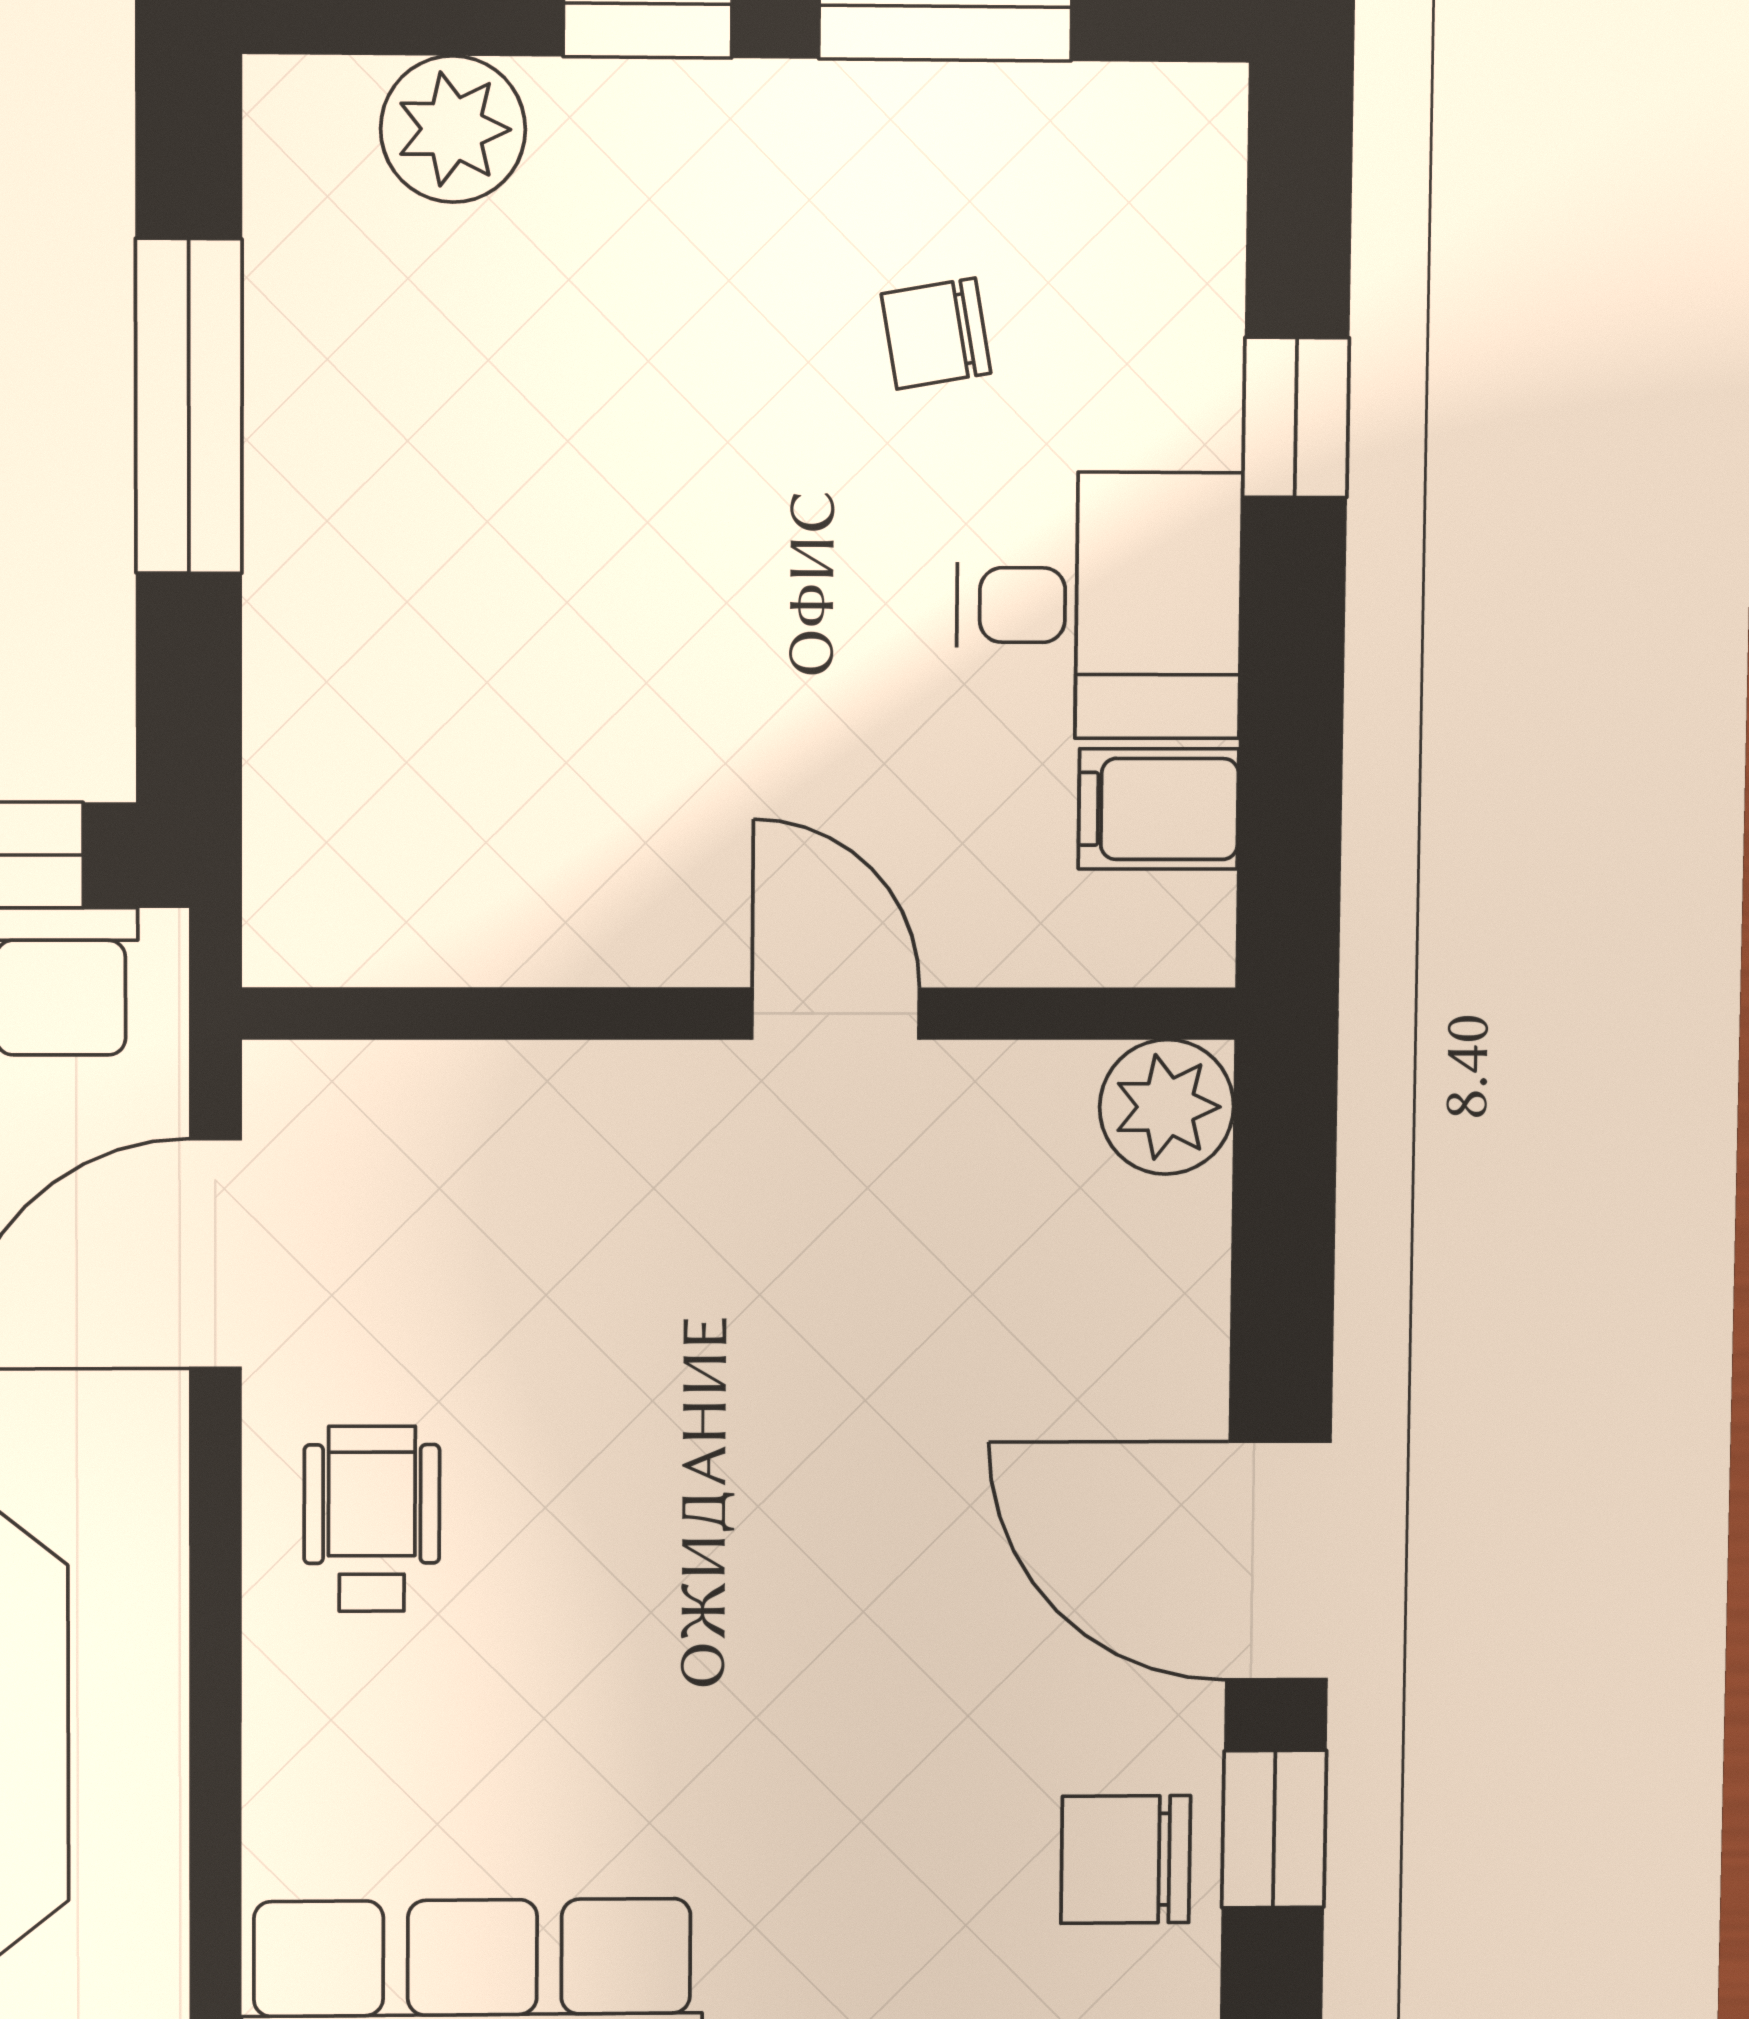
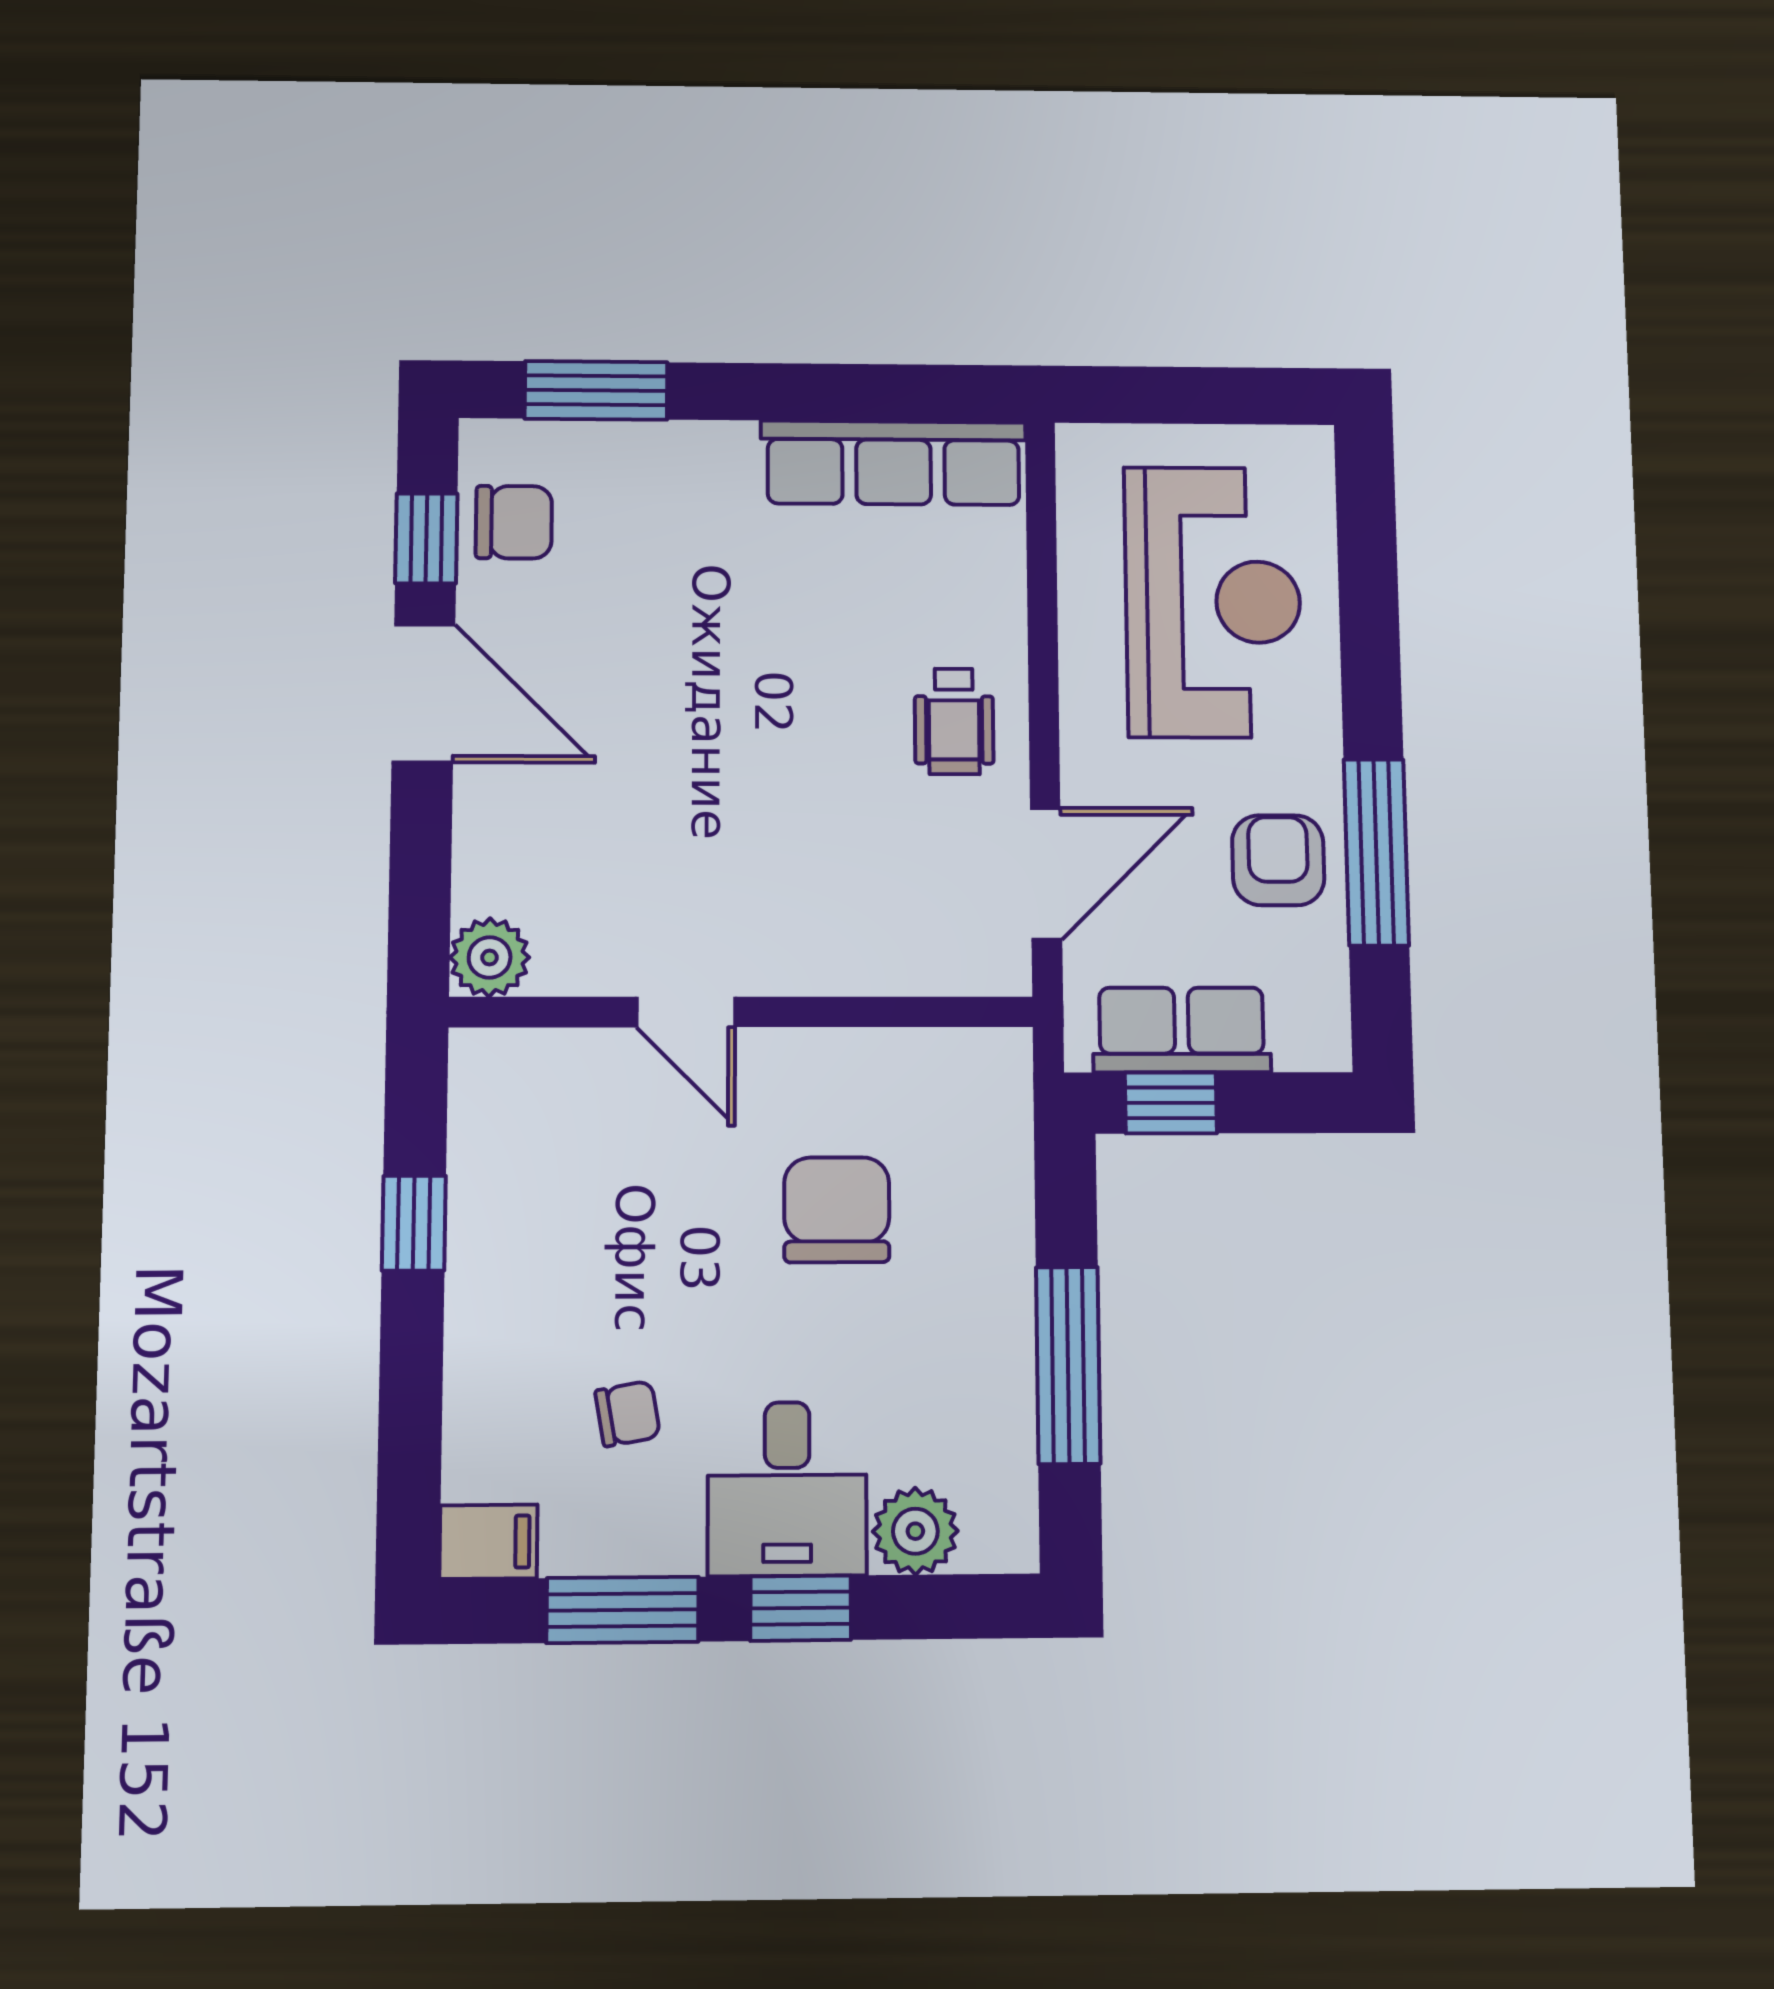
window: (1296, 418) -> (414, 1223), moved
desk: (1099, 605) -> (787, 1489), moved, turned -90
chair: (582, 675) -> (837, 1210), added
filing cabinet: (1159, 809) -> (488, 1542), moved

